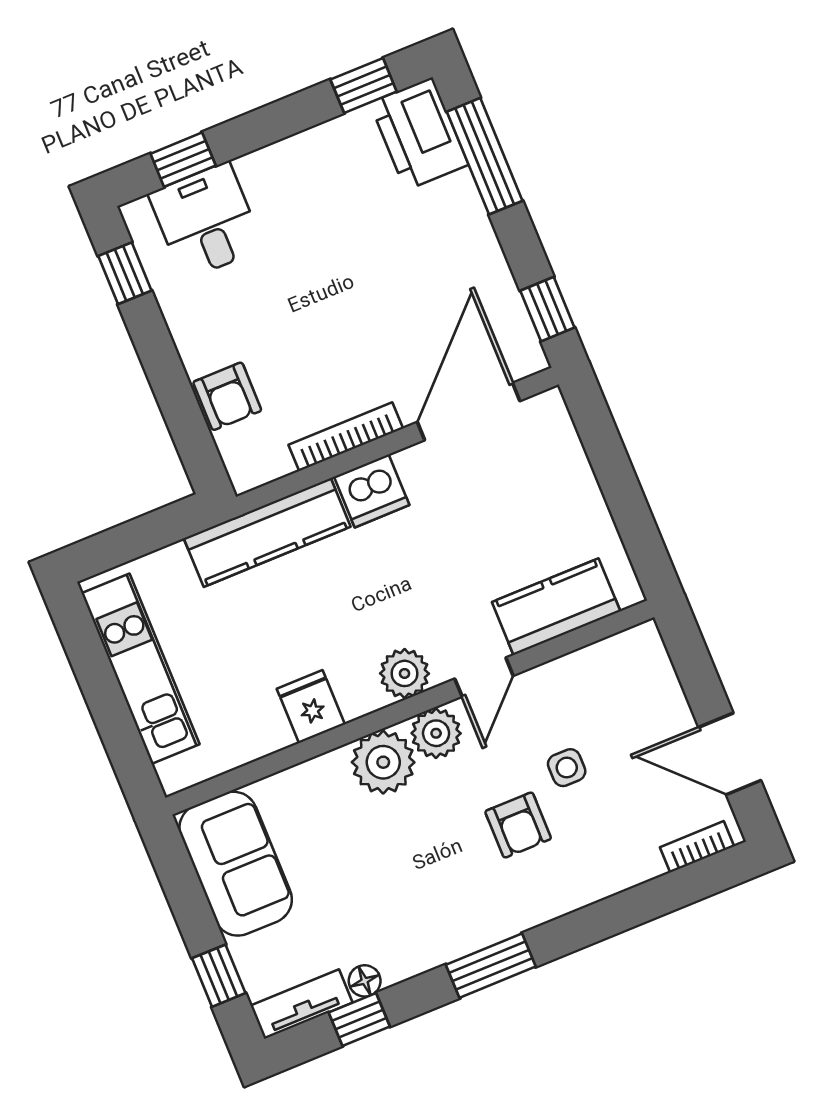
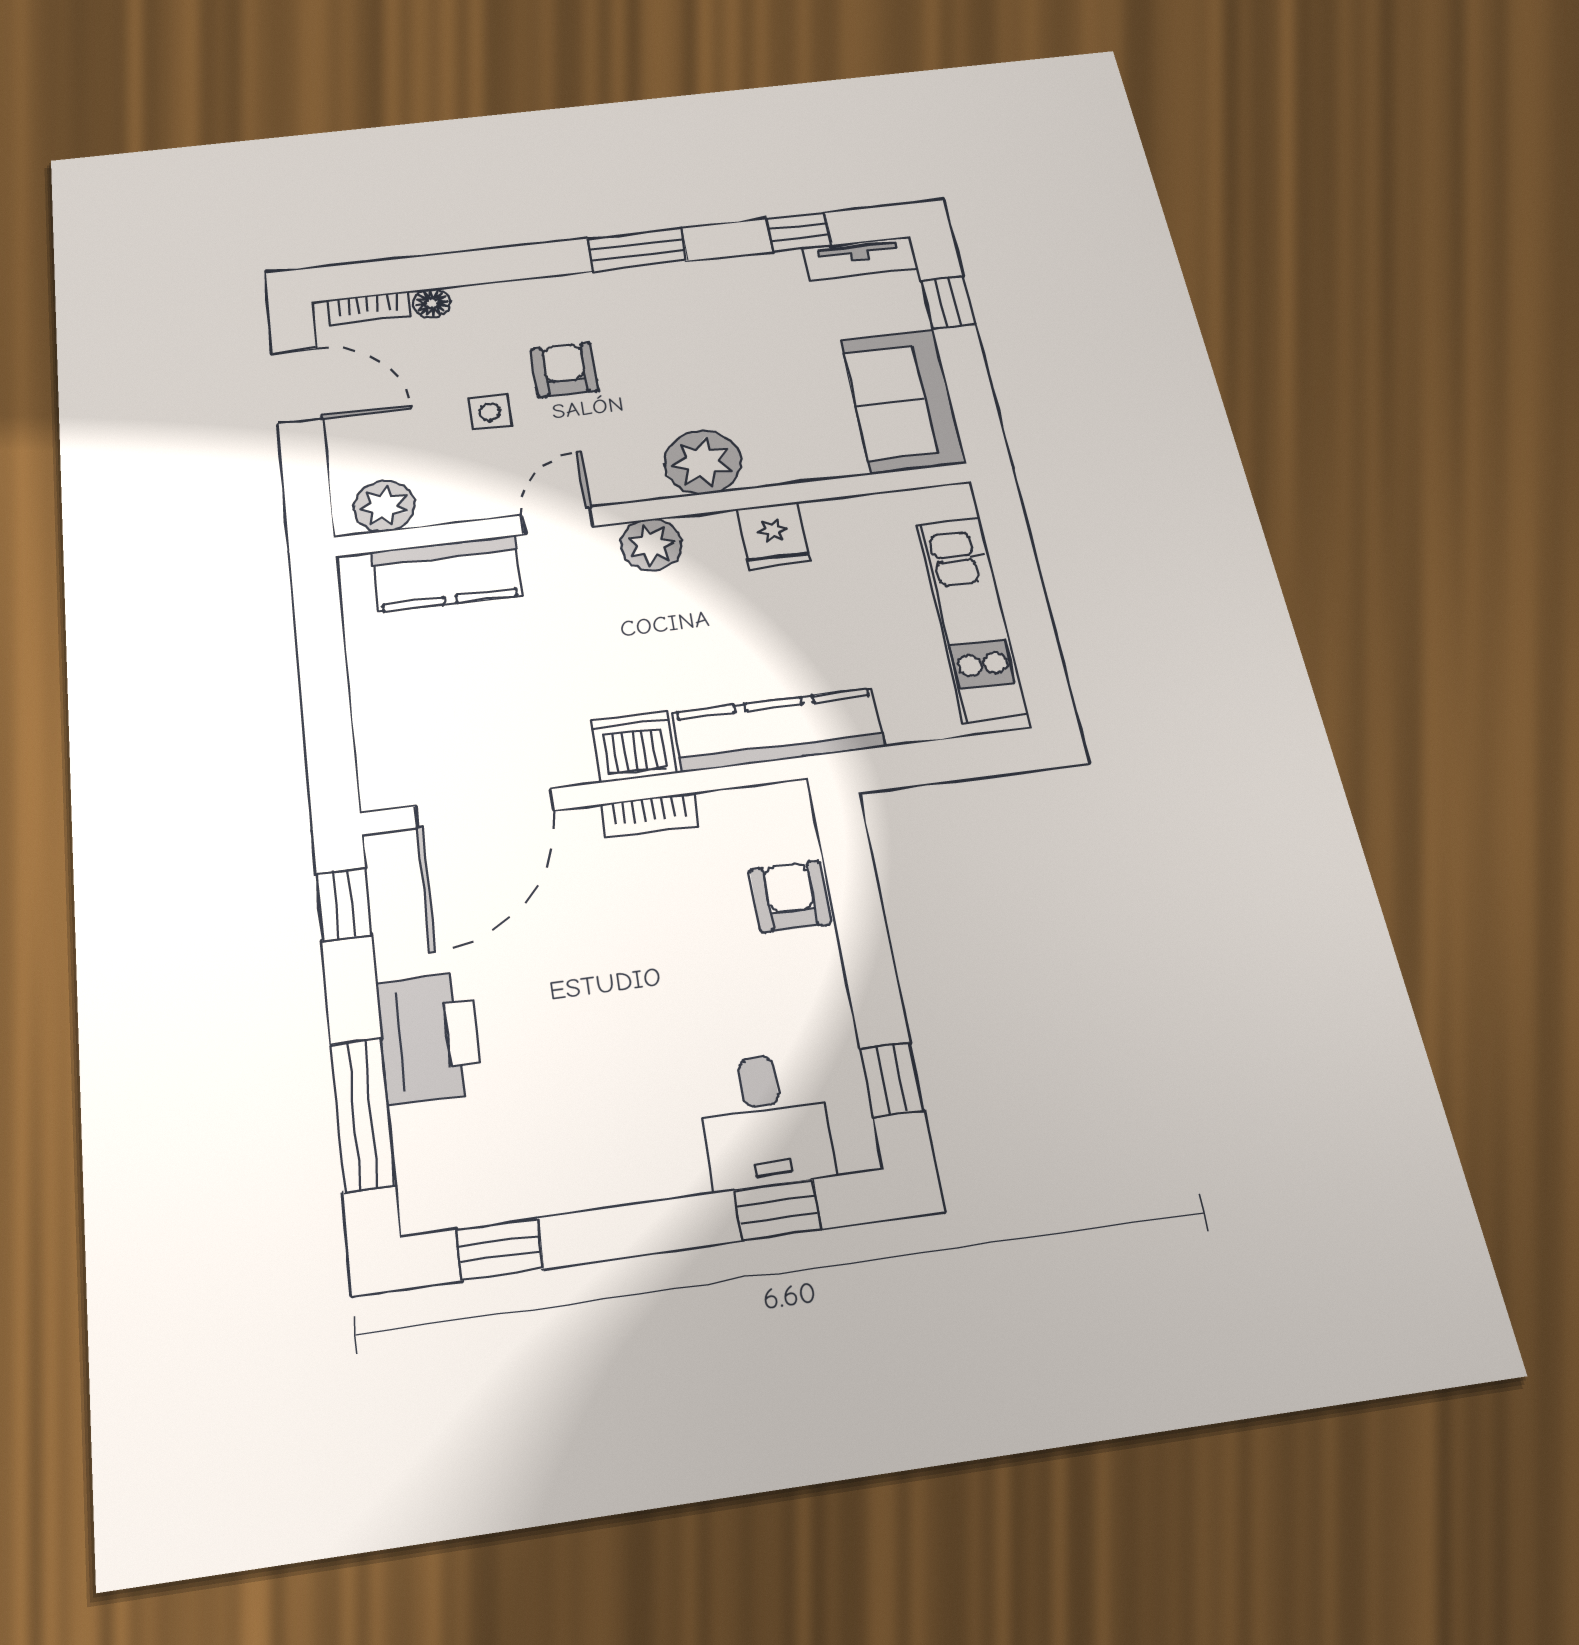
printer: (419, 134) -> (429, 1038), moved
bookcase: (346, 437) -> (649, 815), width x0.64
plant: (436, 733) -> (384, 506), moved
floor lamp: (365, 981) -> (432, 303), moved

